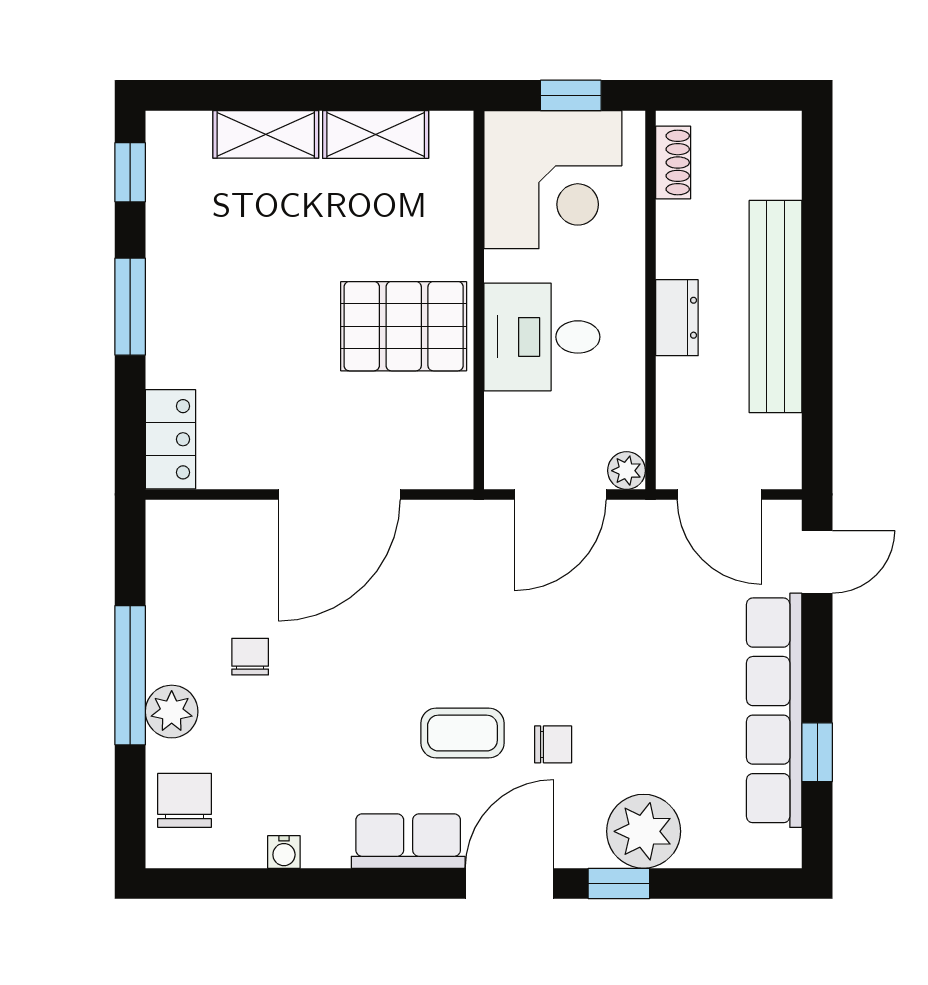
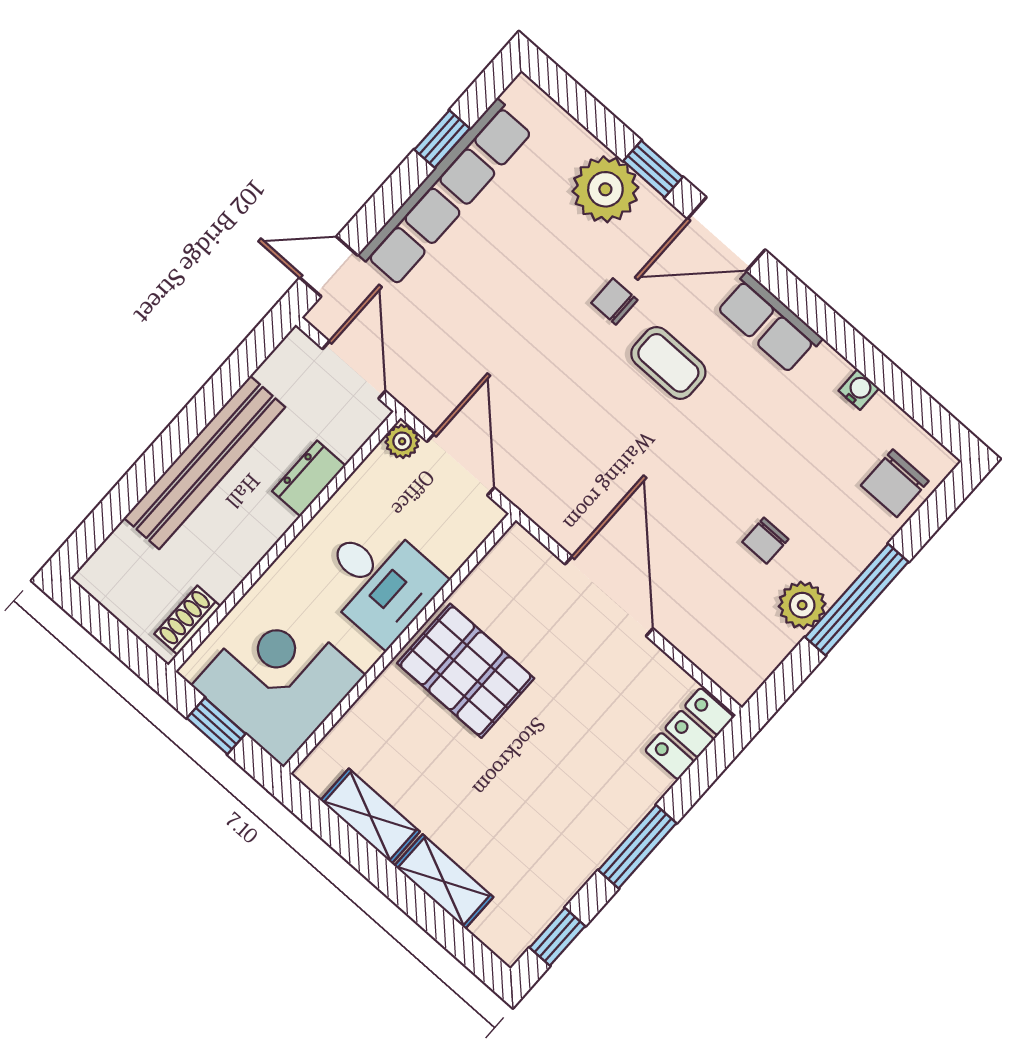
dresser: (677, 318) -> (309, 478), moved
door: (339, 494) -> (609, 596), hinge flipped
door: (560, 494) -> (461, 465), hinge flipped
plant: (172, 712) -> (802, 605), moved

